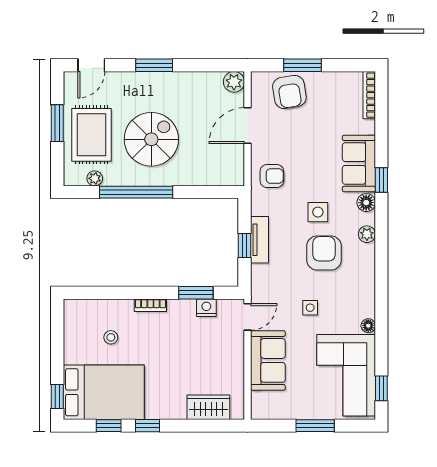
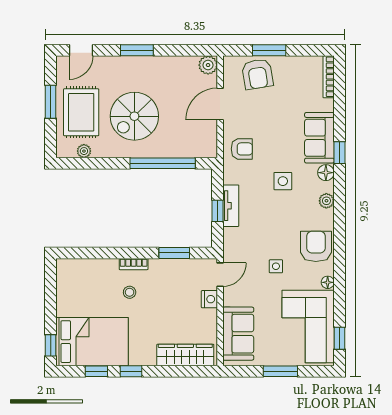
spiral stairs: (151, 139) -> (134, 116), turned 180
window: (136, 192) -> (163, 163), moved
armchair: (324, 253) -> (316, 246), moved
nightstand: (206, 308) -> (209, 299), moved, turned 90
stool: (111, 337) -> (130, 292), moved
sofa: (268, 360) -> (238, 334), moved
wardrobe: (208, 407) -> (185, 355), width x1.50

